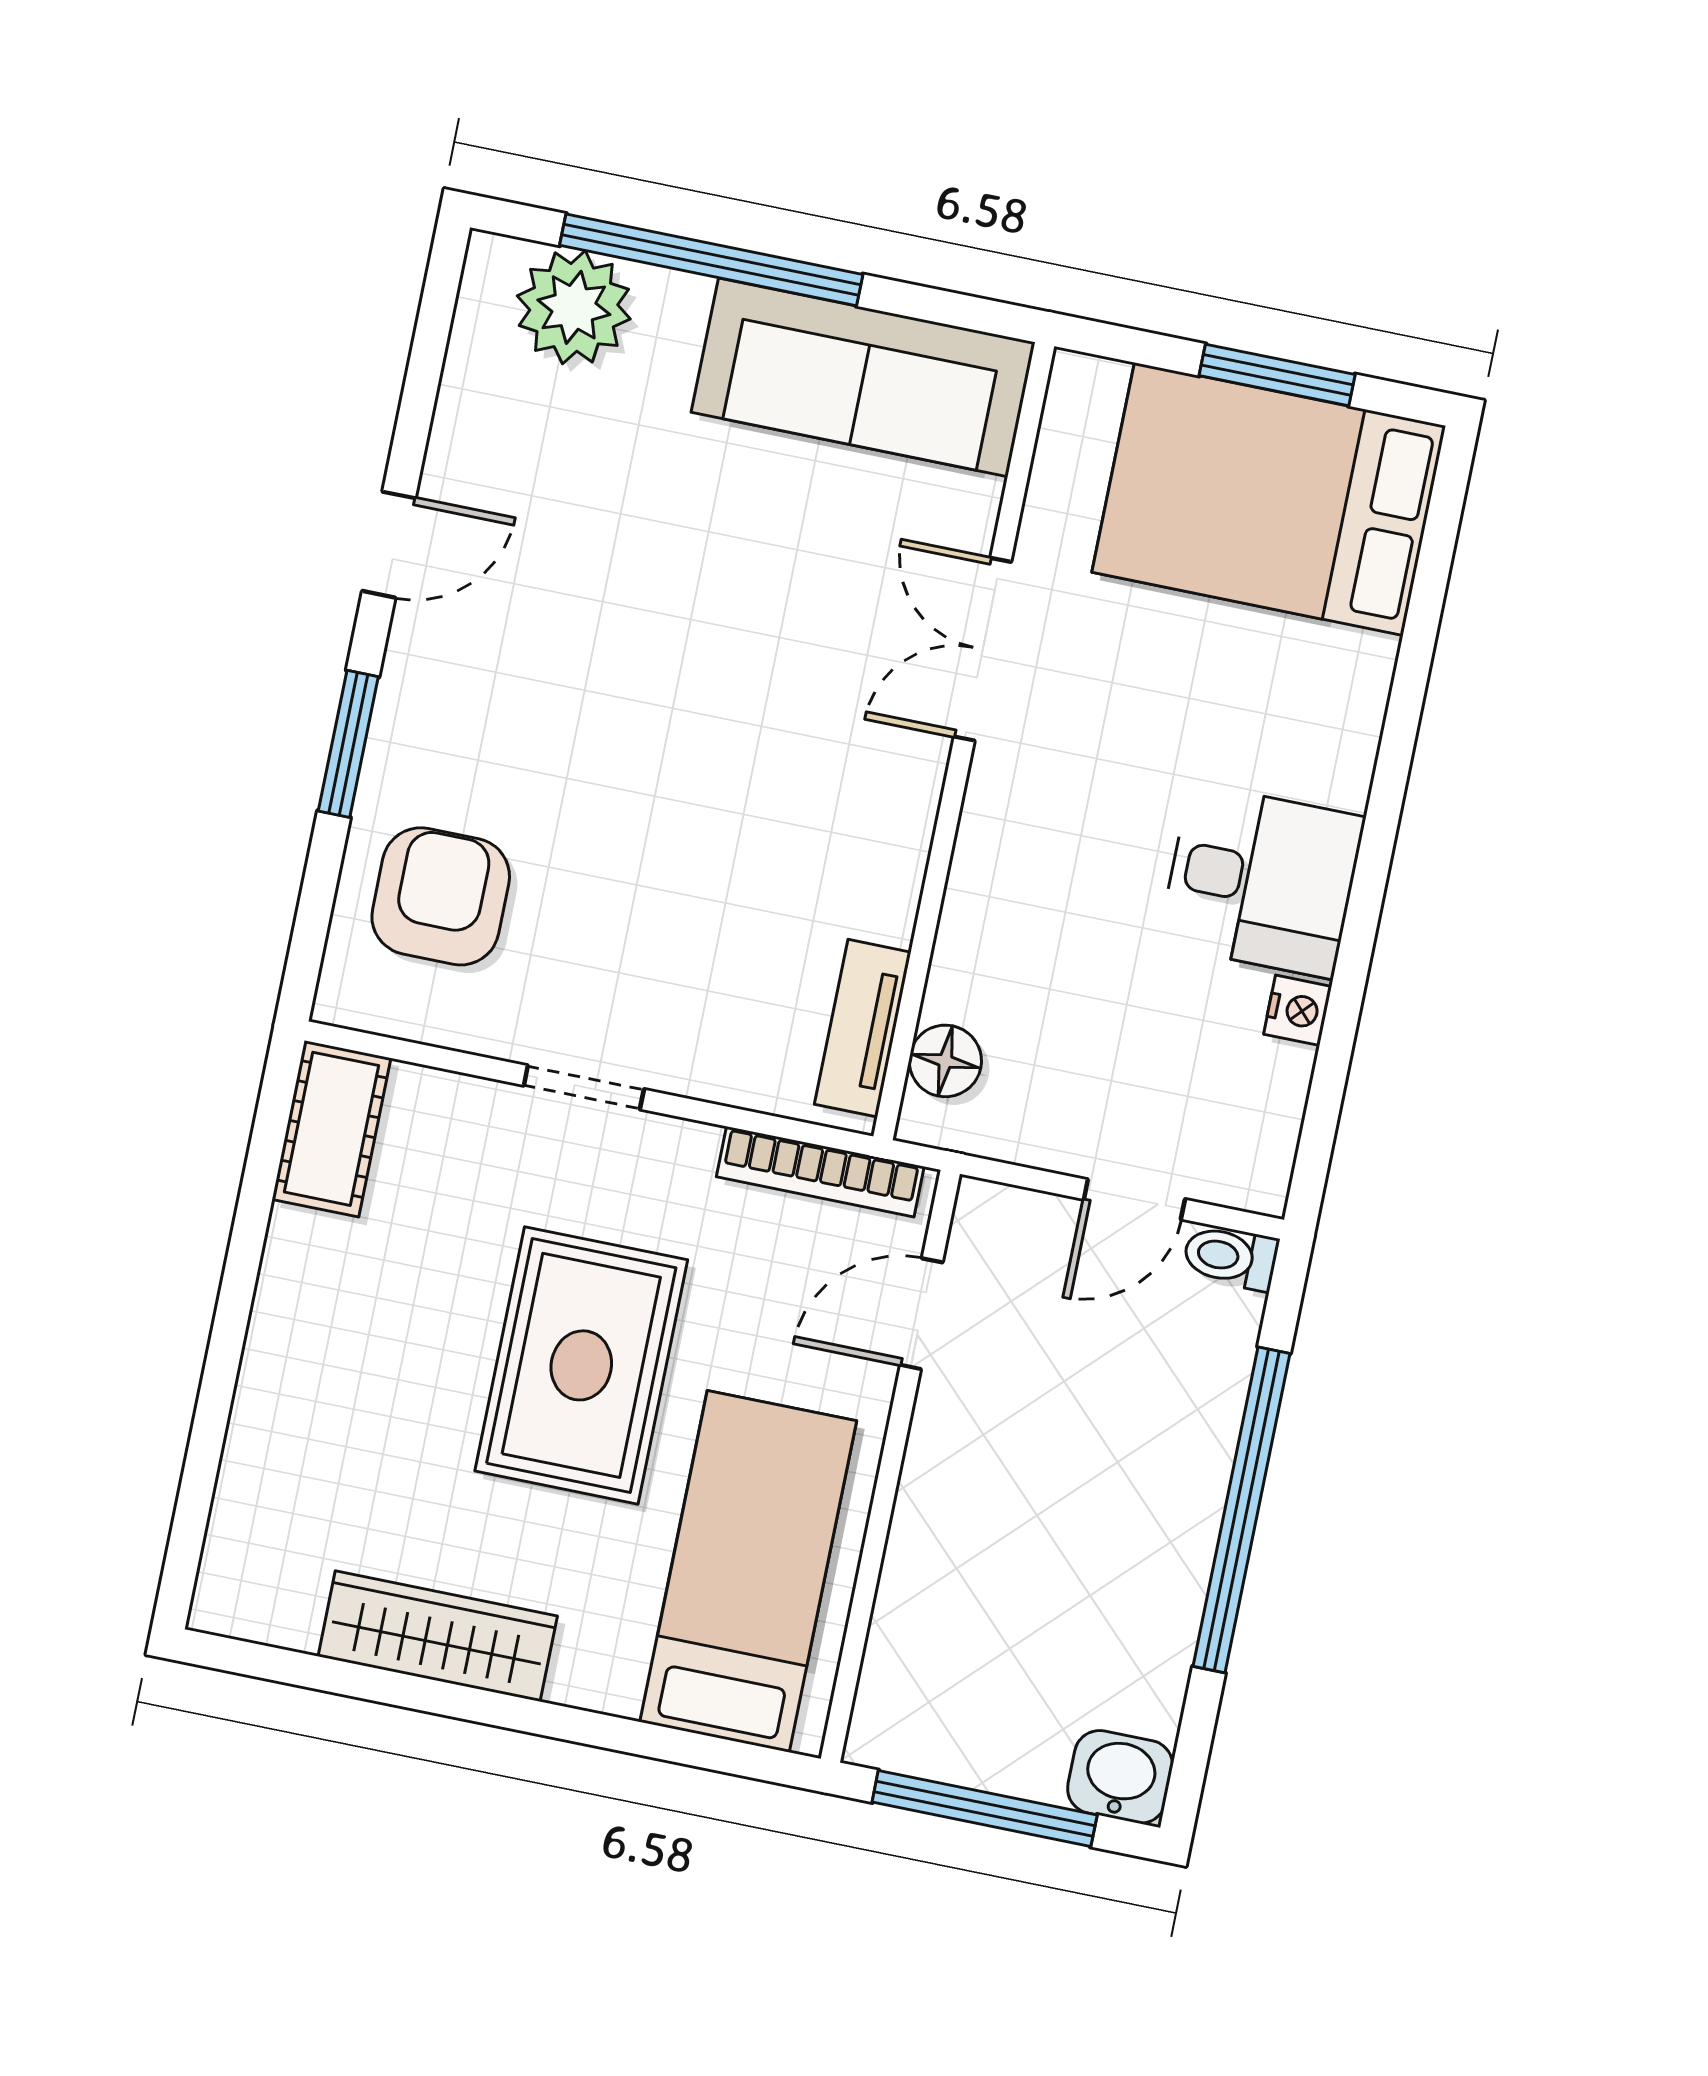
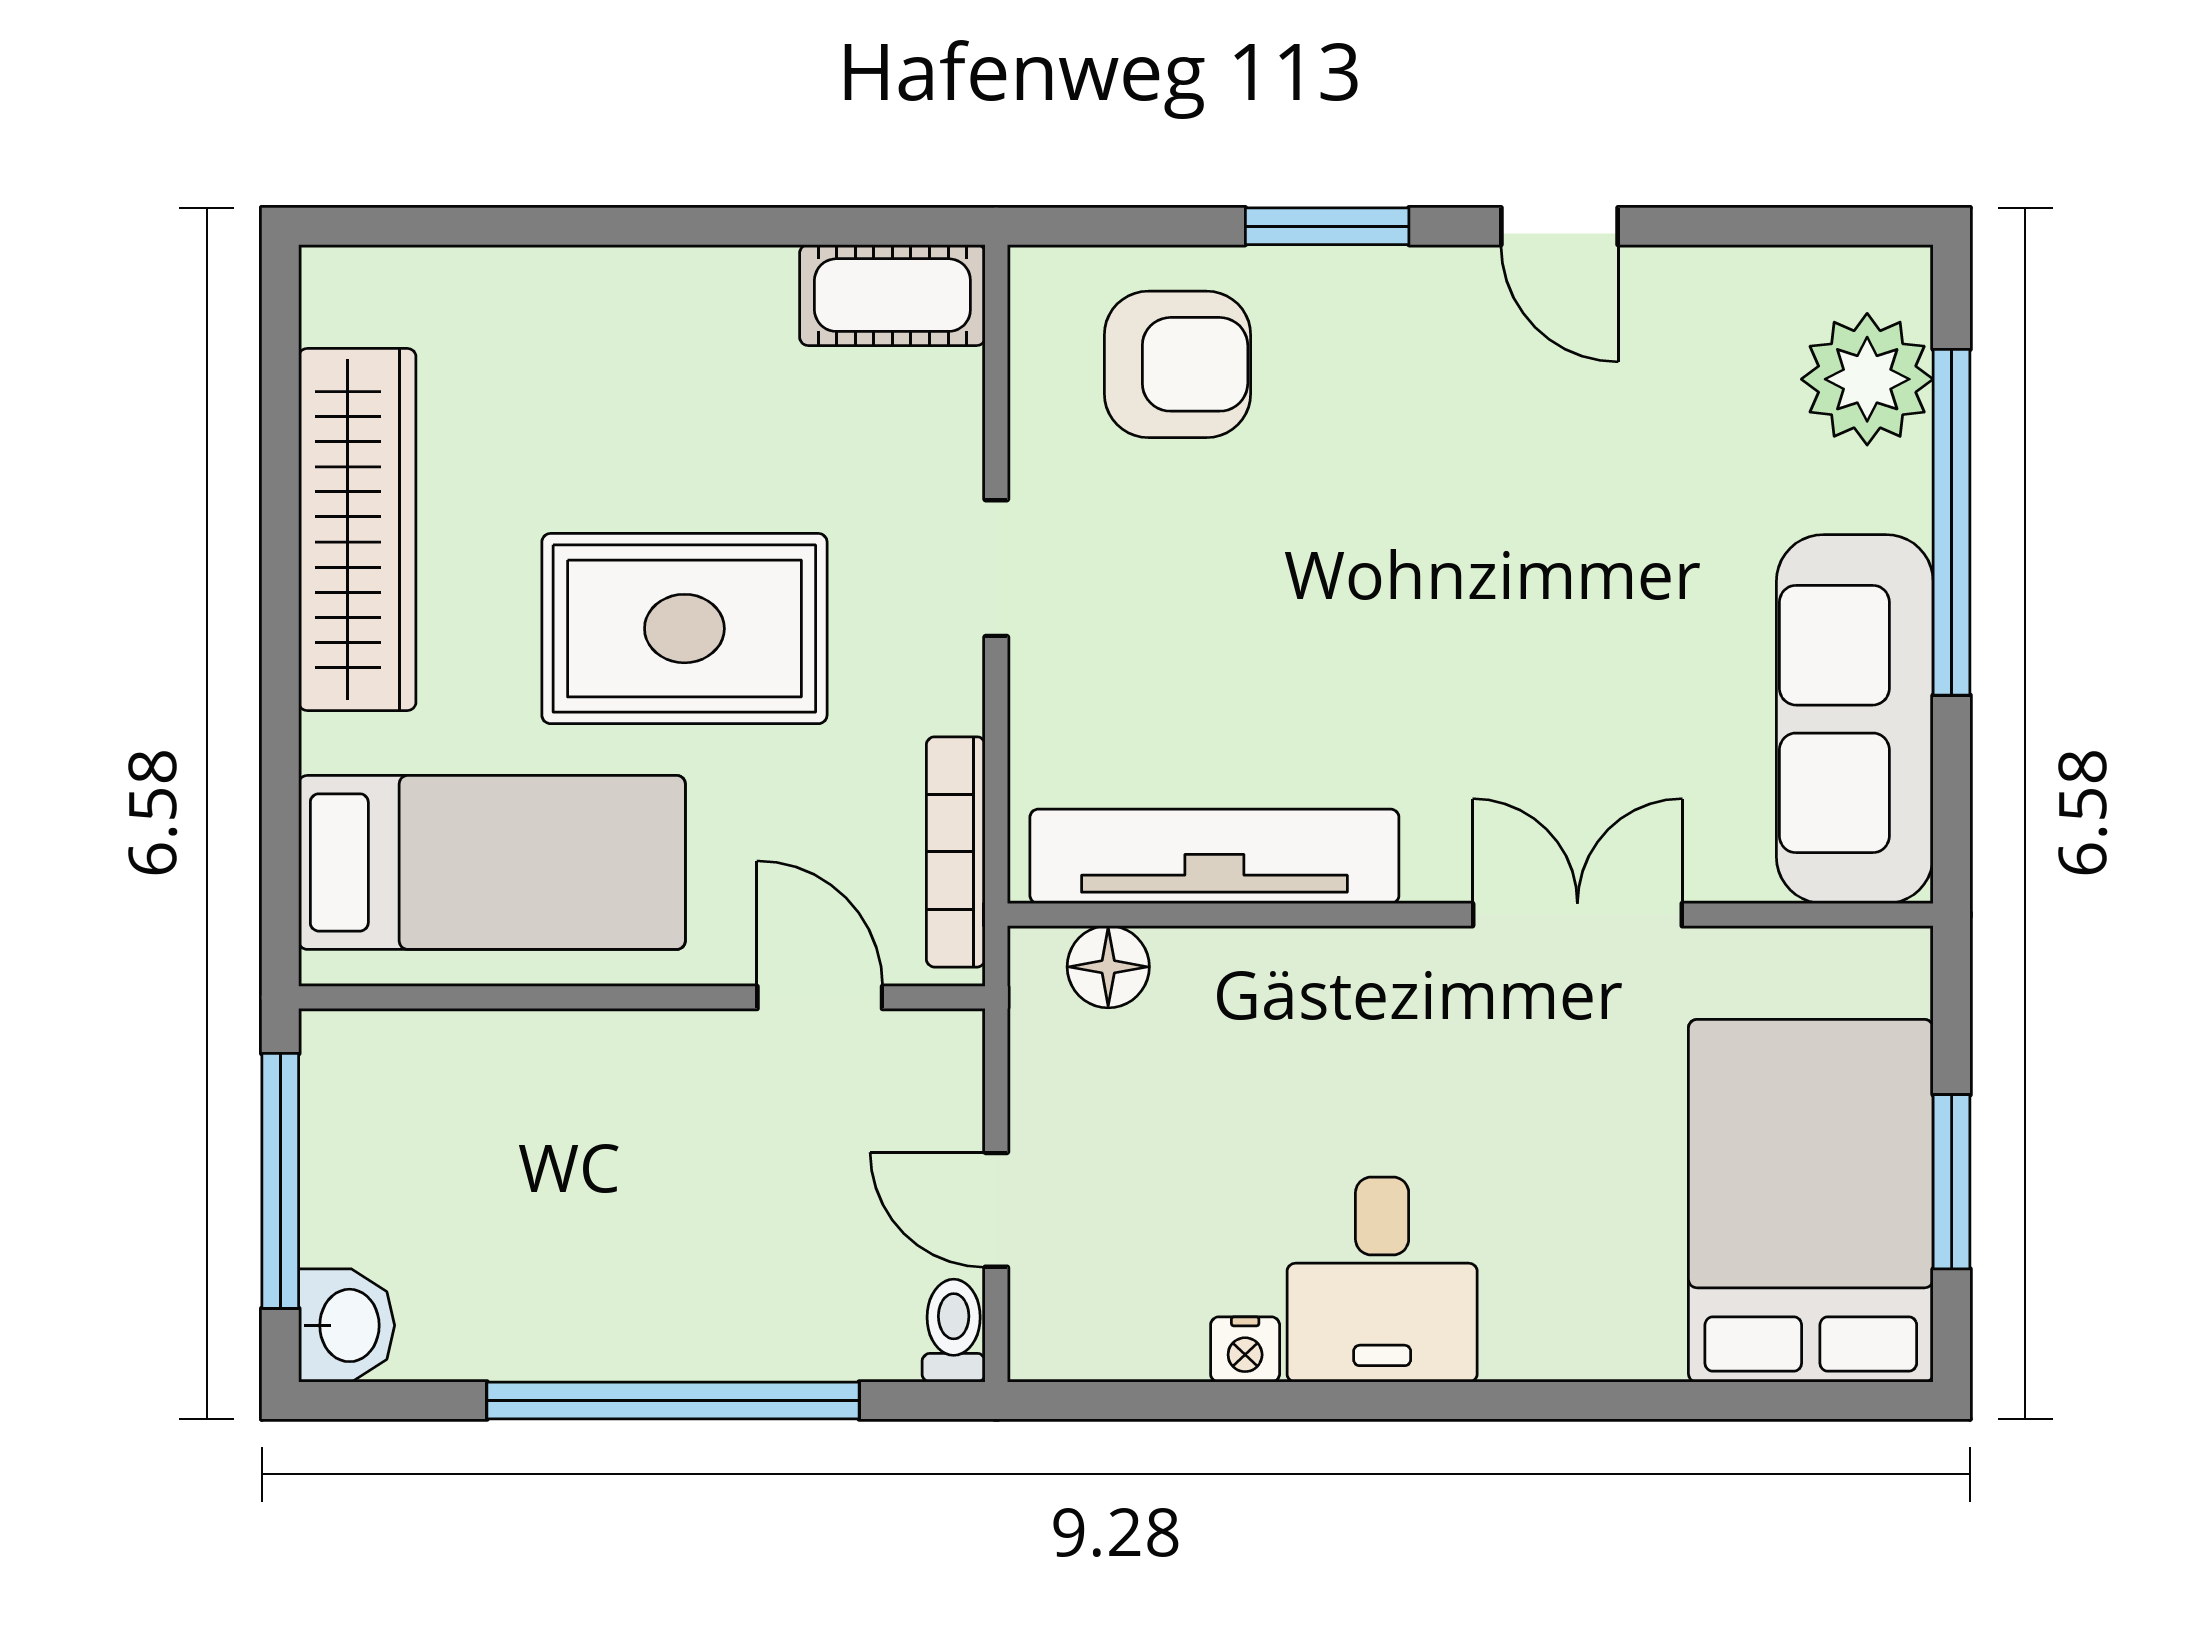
tv unit: (863, 1028) -> (1214, 856), width x1.92, depth x1.29
wardrobe: (438, 1636) -> (357, 529), width x1.40, depth x1.17

